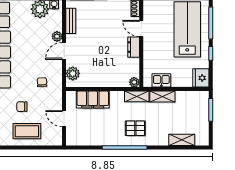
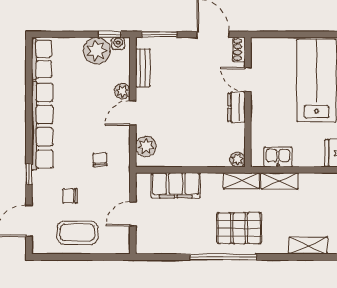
door: (64, 119) -> (133, 214), hinge flipped
pallet: (135, 128) -> (239, 228), width x1.50, depth x1.42

